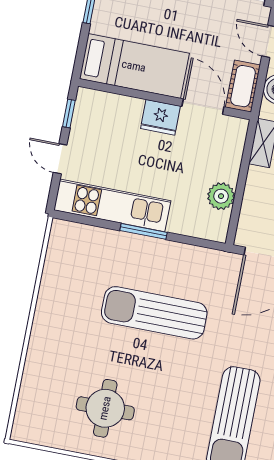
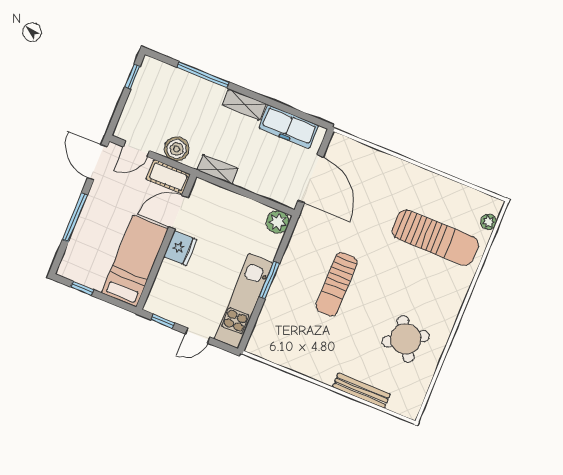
plant: (221, 196) -> (278, 222), moved
sun lounger: (154, 313) -> (337, 284), width x0.73, depth x0.75
bench: (33, 368) -> (361, 391), added
round table: (105, 408) -> (406, 339), turned -31

